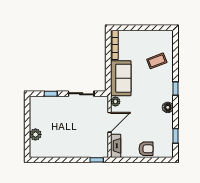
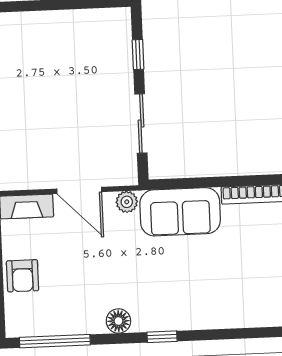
coffee table: (157, 61) -> (223, 292), removed
plant: (35, 134) -> (45, 24), removed
window: (176, 136) -> (55, 341), width x2.17

